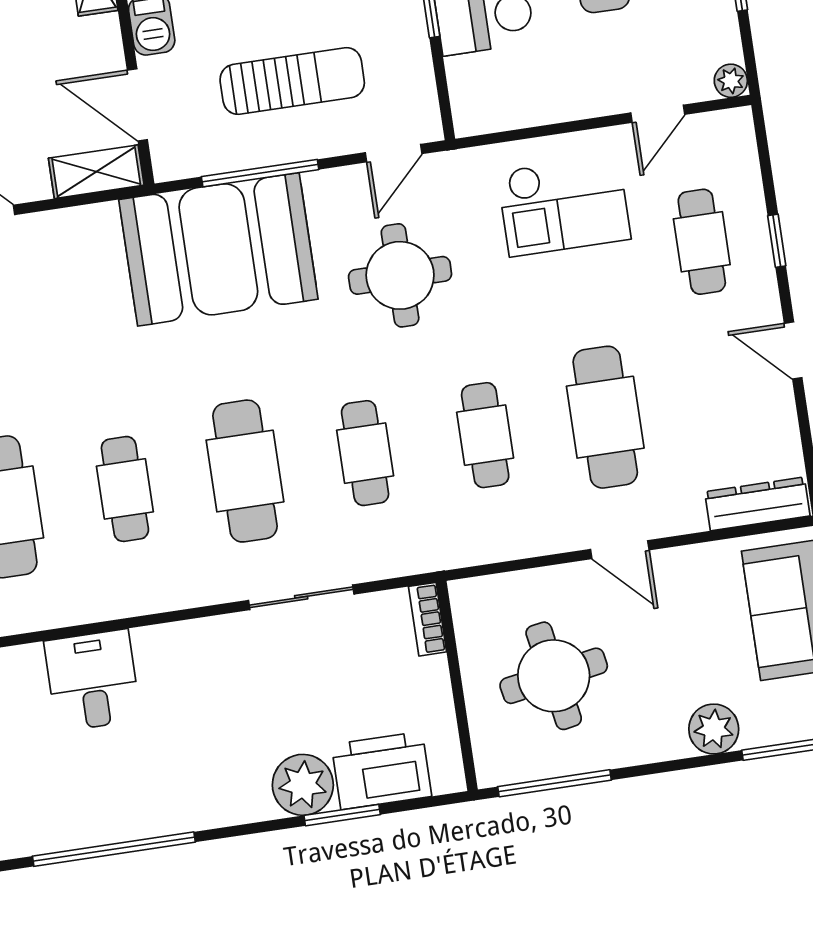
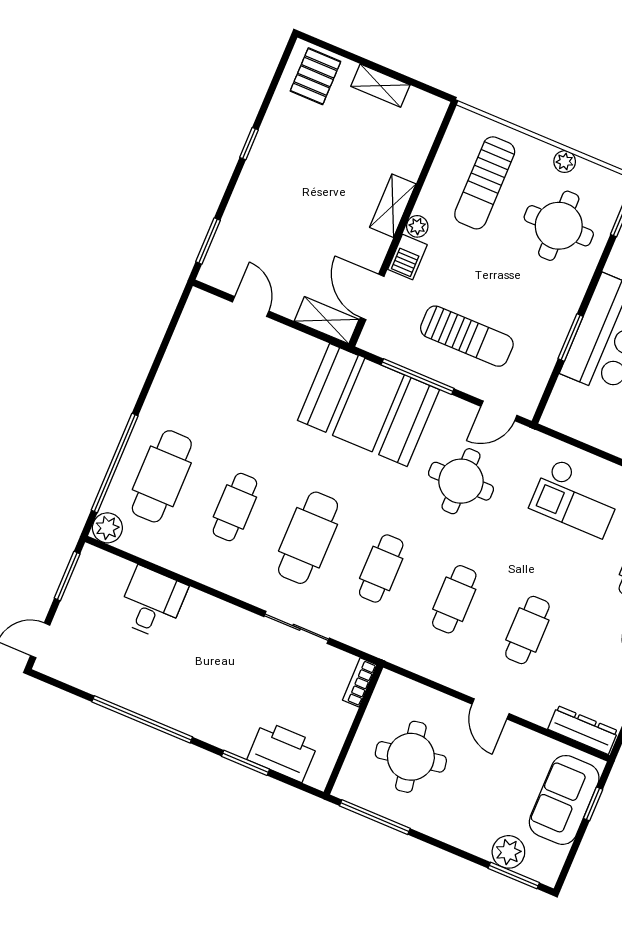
cafe table: (605, 417) -> (527, 630), width x0.73, depth x0.74
plant: (714, 729) -> (508, 852), moved
plant: (303, 785) -> (234, 733), removed
window: (114, 849) -> (142, 719), moved

